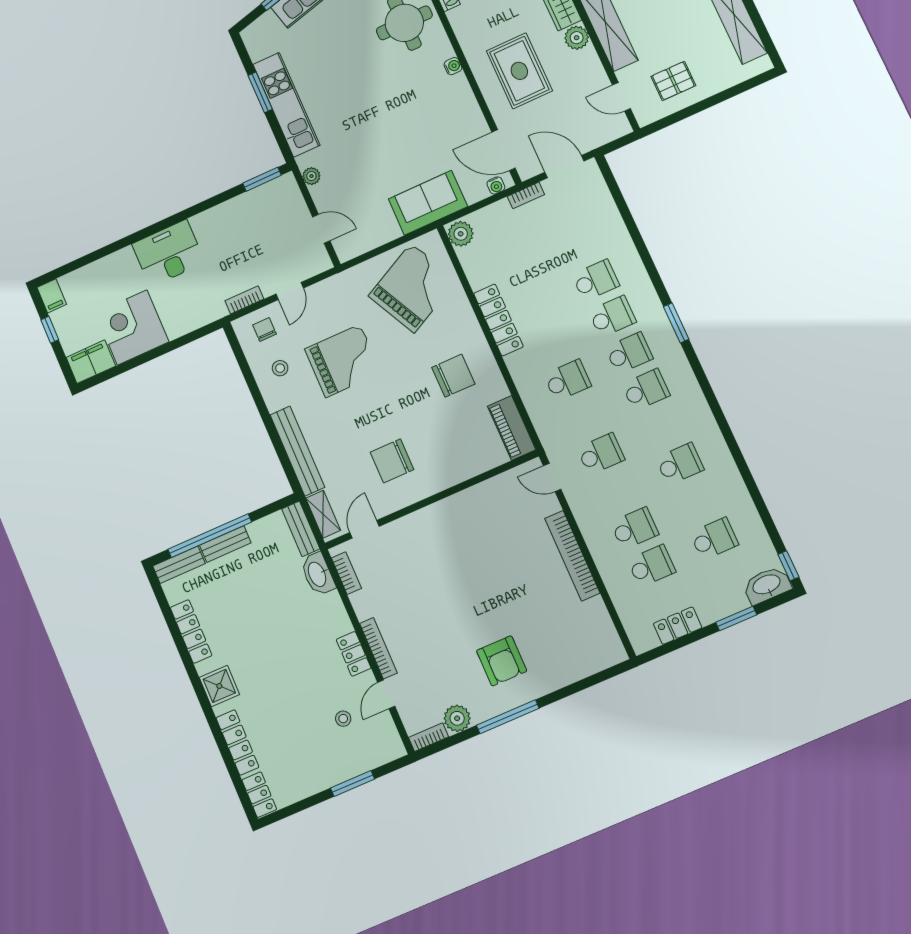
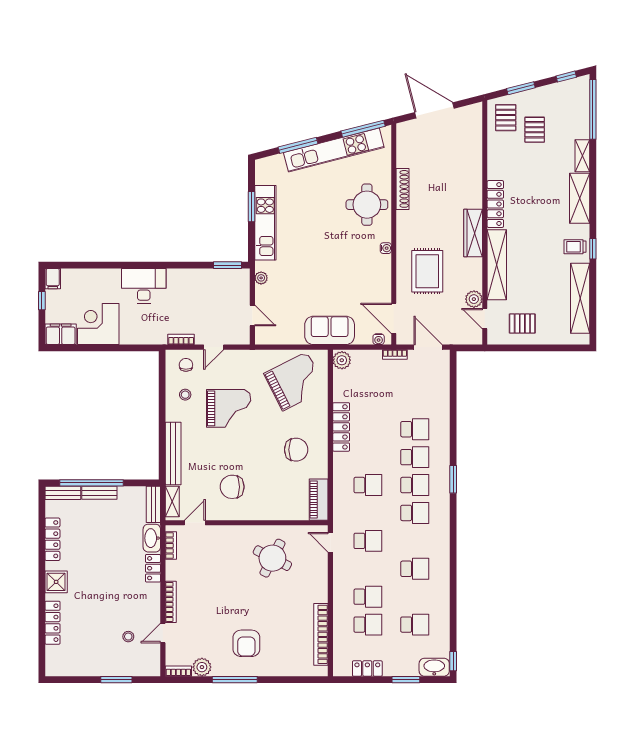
plant: (577, 38) -> (474, 299), moved
round table: (486, 532) -> (272, 558), added
bookcase: (572, 556) -> (321, 634), moved
locker: (354, 654) -> (153, 568), moved
locker: (259, 795) -> (53, 661), removed

